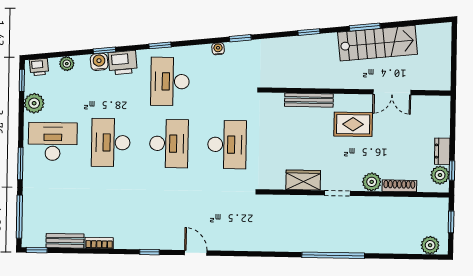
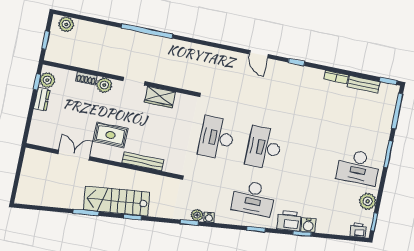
stairs: (378, 43) -> (116, 201), moved
plant: (67, 64) -> (197, 215), moved
desk: (170, 81) -> (253, 198), turned 90
desk: (111, 143) -> (311, 157), removed
shoe rack: (399, 186) -> (86, 78), width x0.70

